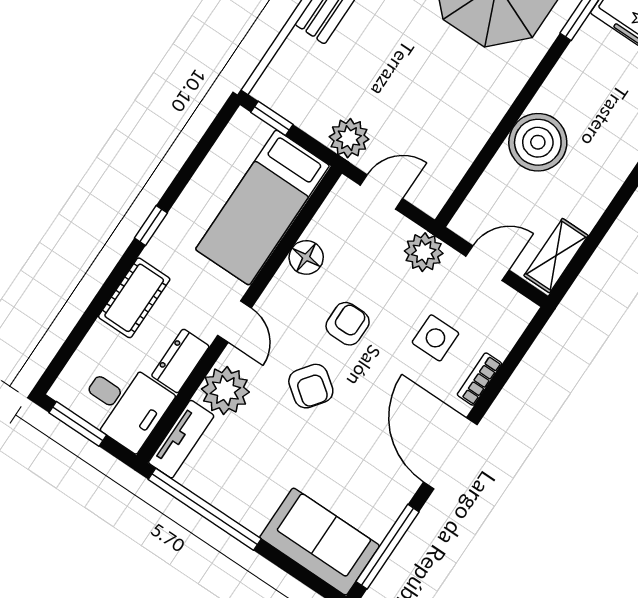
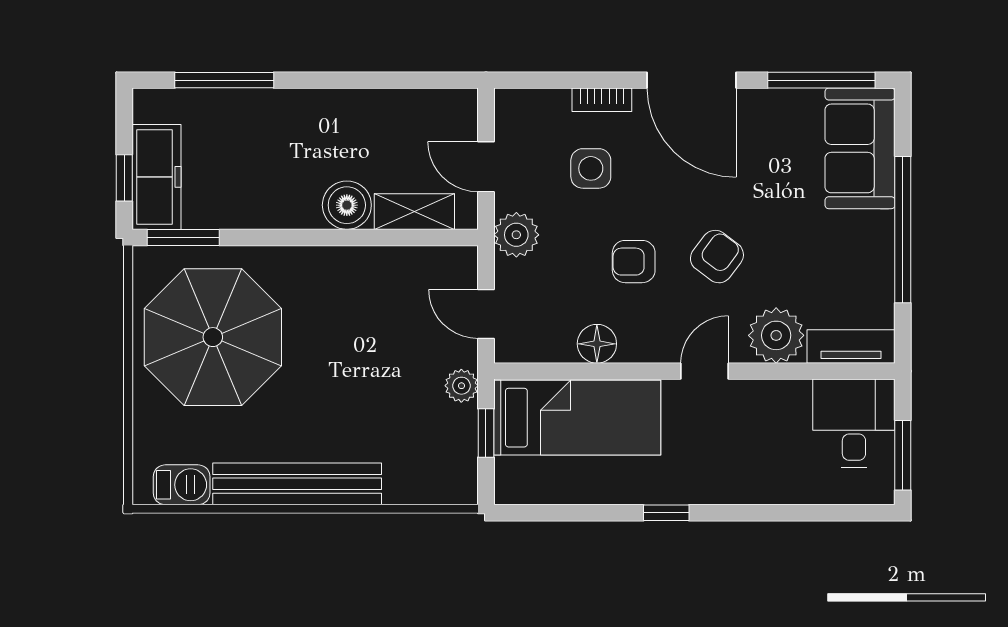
window: (272, 118) -> (486, 433), moved
plant: (349, 138) -> (461, 386), width x0.73, depth x0.73
boiler: (538, 142) -> (347, 205), width x0.73, depth x0.73
shelving: (556, 256) -> (414, 212), moved
cot: (134, 298) -> (746, 482), removed
dresser: (180, 361) -> (777, 398), removed
door: (450, 453) -> (692, 80), hinge flipped
window: (205, 509) -> (903, 230), moved

